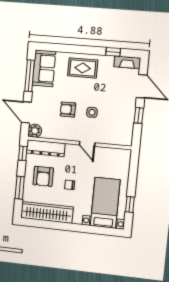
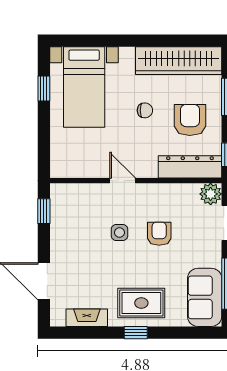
window: (113, 52) -> (136, 333), moved
fireplace: (127, 62) -> (87, 318), moved
armchair: (68, 109) -> (159, 234), turned -90
window: (139, 115) -> (44, 211), moved

